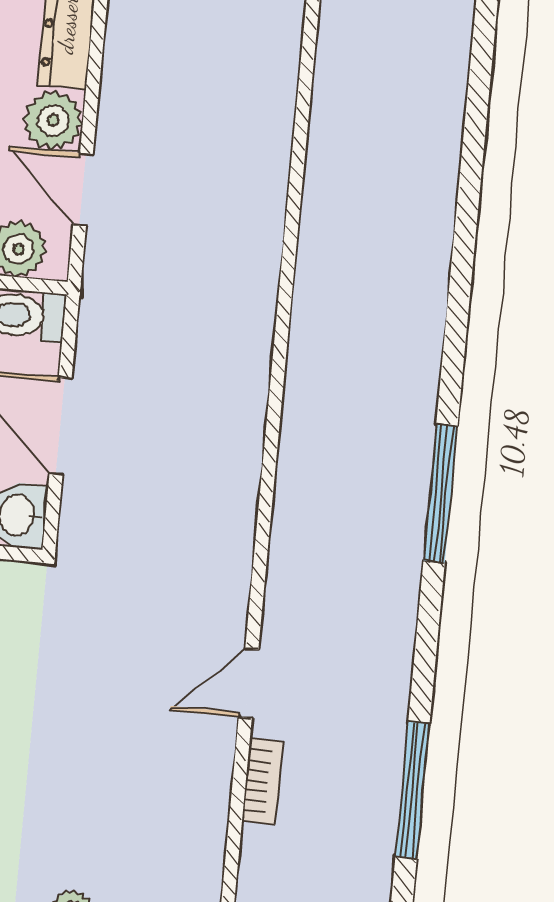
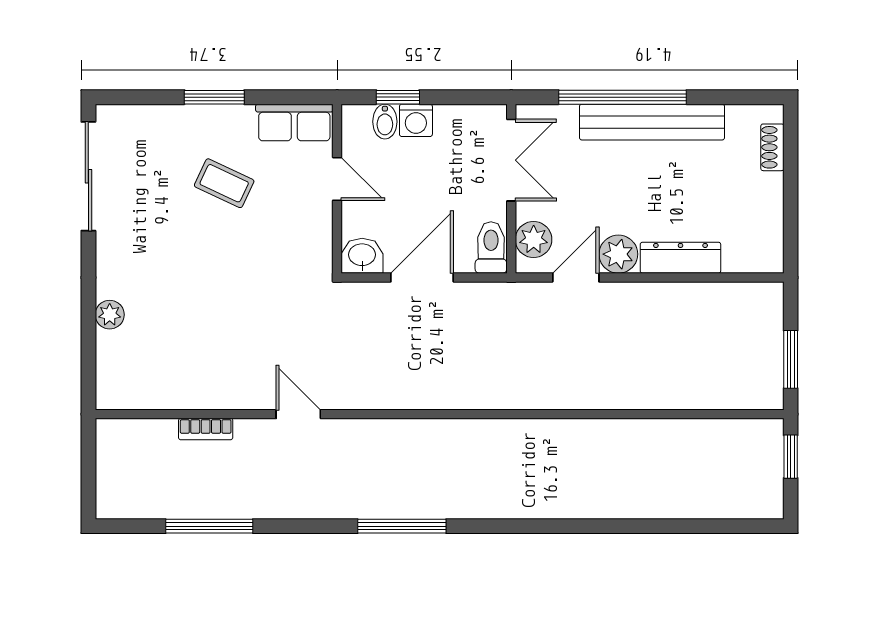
door: (248, 683) -> (298, 414), moved

